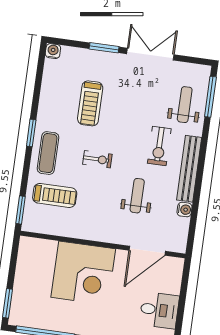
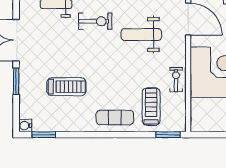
window: (31, 133) -> (44, 135), moved
exercise bike: (97, 159) -> (176, 80), moved
weight bench: (137, 196) -> (141, 35), width x1.36, depth x1.33

